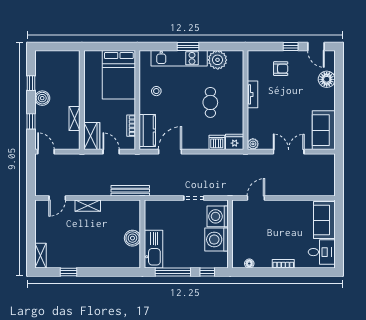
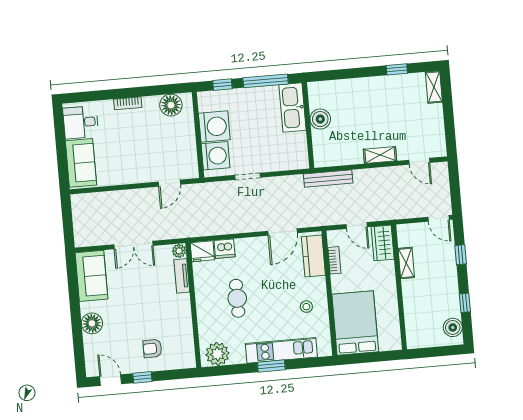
plant: (218, 60) -> (217, 354), moved
floor lamp: (327, 79) -> (92, 323), moved
tv unit: (253, 94) -> (182, 276), moved
boiler: (42, 98) -> (453, 327), moved
door: (57, 198) -> (419, 161), swing flipped
floor lamp: (249, 264) -> (171, 105), width x1.89, depth x1.89

